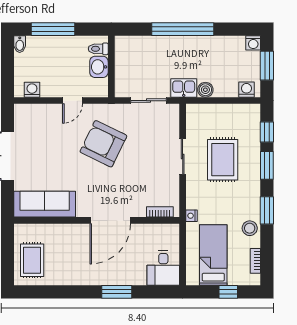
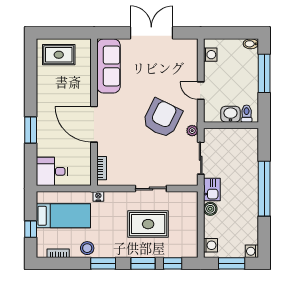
plant: (117, 110) -> (192, 131), added

